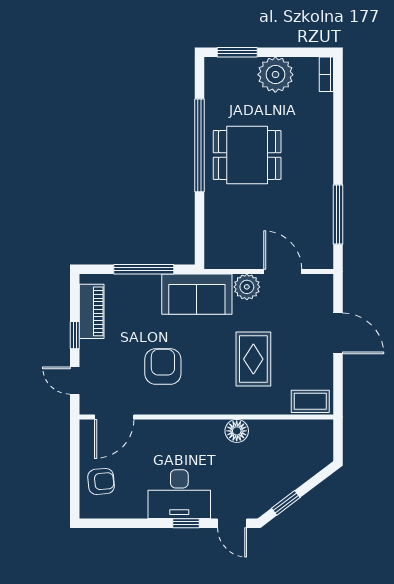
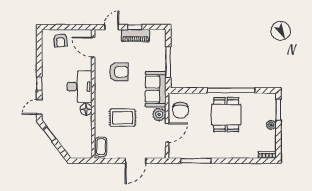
plant: (275, 75) -> (271, 125), width x0.53, depth x0.53
chair: (239, 245) -> (180, 110), added
piano: (92, 311) -> (136, 36), moved
desk: (179, 494) -> (80, 87), moved, turned 180

